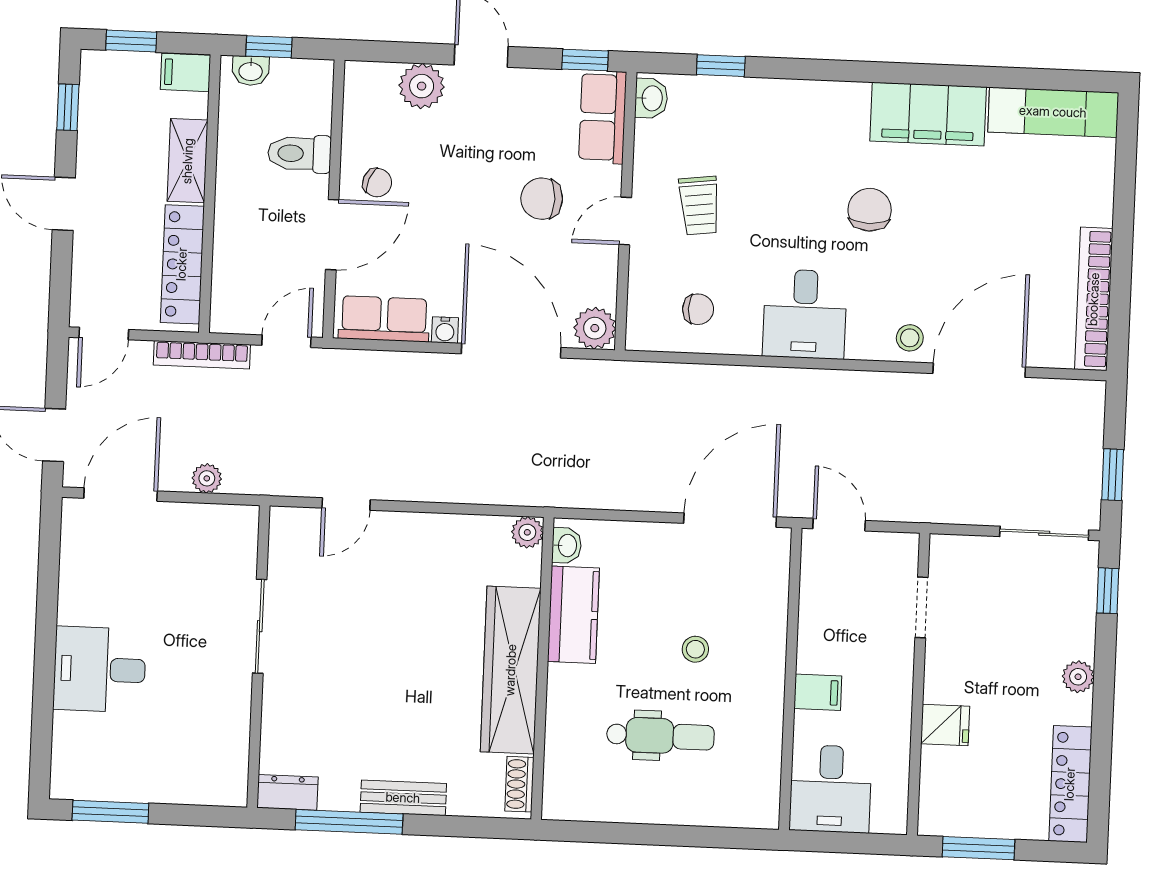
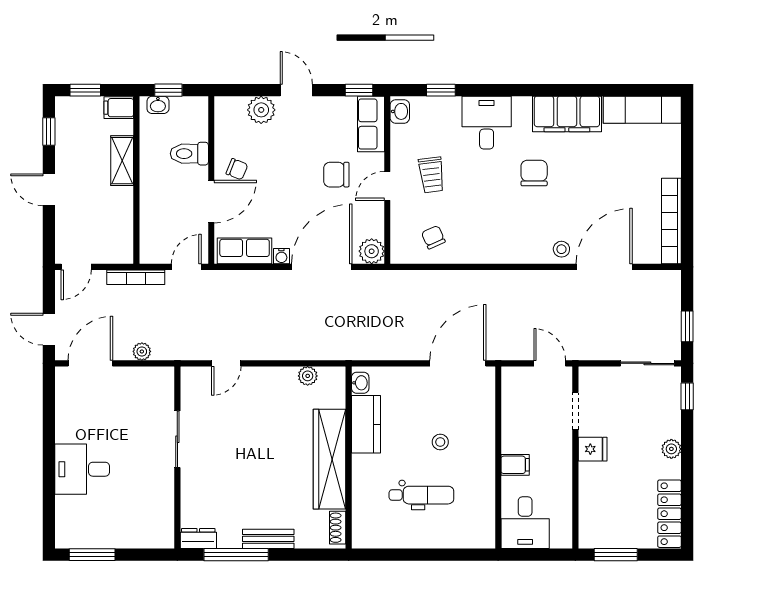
locker: (182, 264) -> (122, 223), removed
chair: (698, 309) -> (433, 237), turned -114
desk: (805, 314) -> (487, 123), moved, turned 180
door: (511, 351) -> (322, 267), hinge flipped
door: (839, 525) -> (550, 363), moved
plant: (527, 532) -> (308, 376), moved
fridge: (945, 725) -> (593, 449), moved

